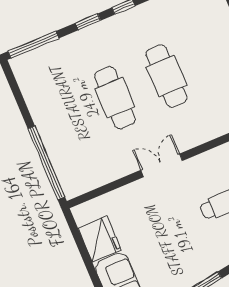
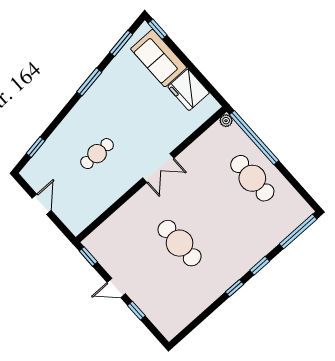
cafe table: (115, 98) -> (252, 178), moved
plant: (70, 192) -> (226, 121), added

